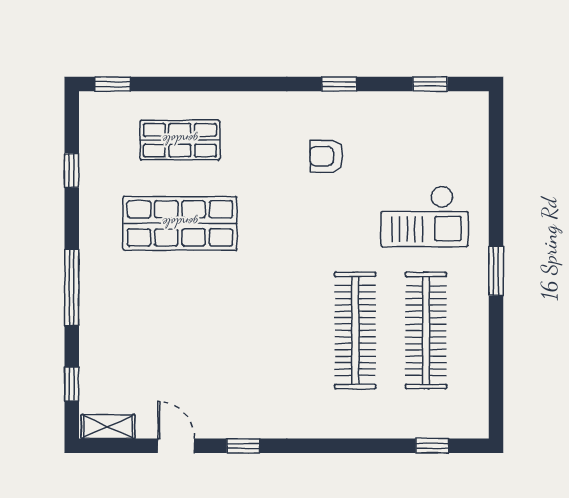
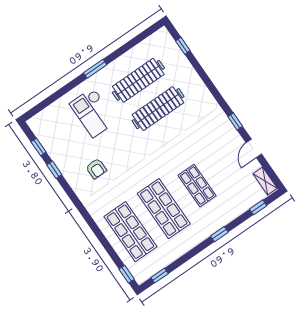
window: (339, 84) -> (54, 170), moved
shop shelf: (180, 140) -> (130, 232), width x1.43, depth x1.36
window: (72, 170) -> (160, 276), moved
checkout: (425, 216) -> (93, 113), turned 180
window: (72, 287) -> (219, 234), width x0.46
shop shelf: (180, 307) -> (197, 186), added

